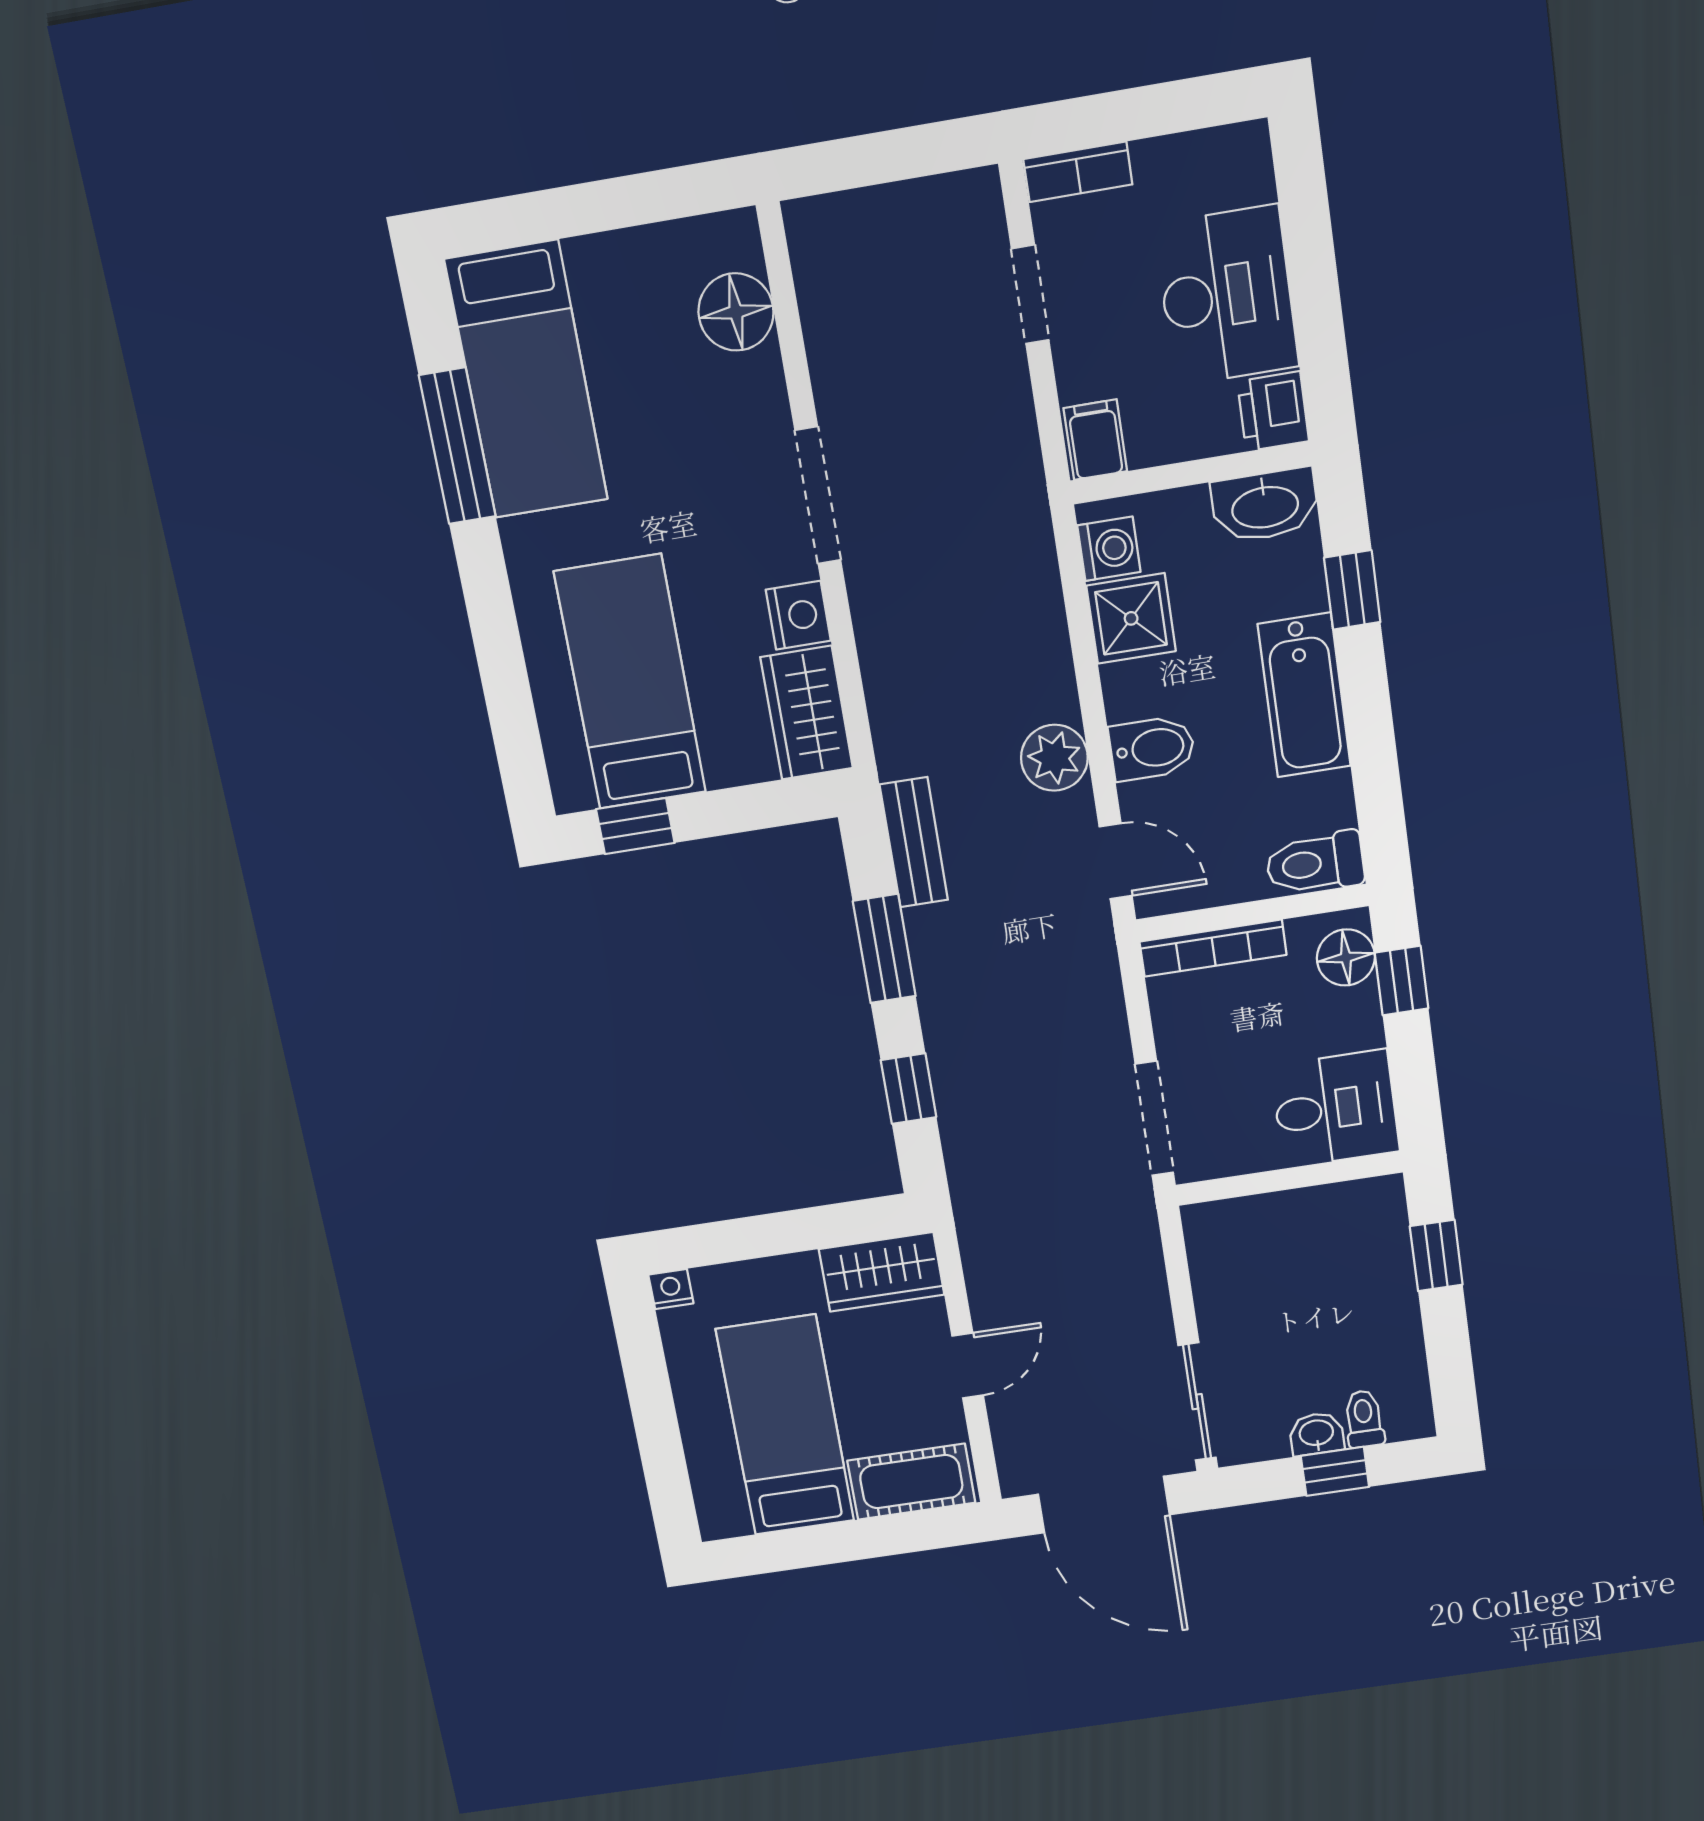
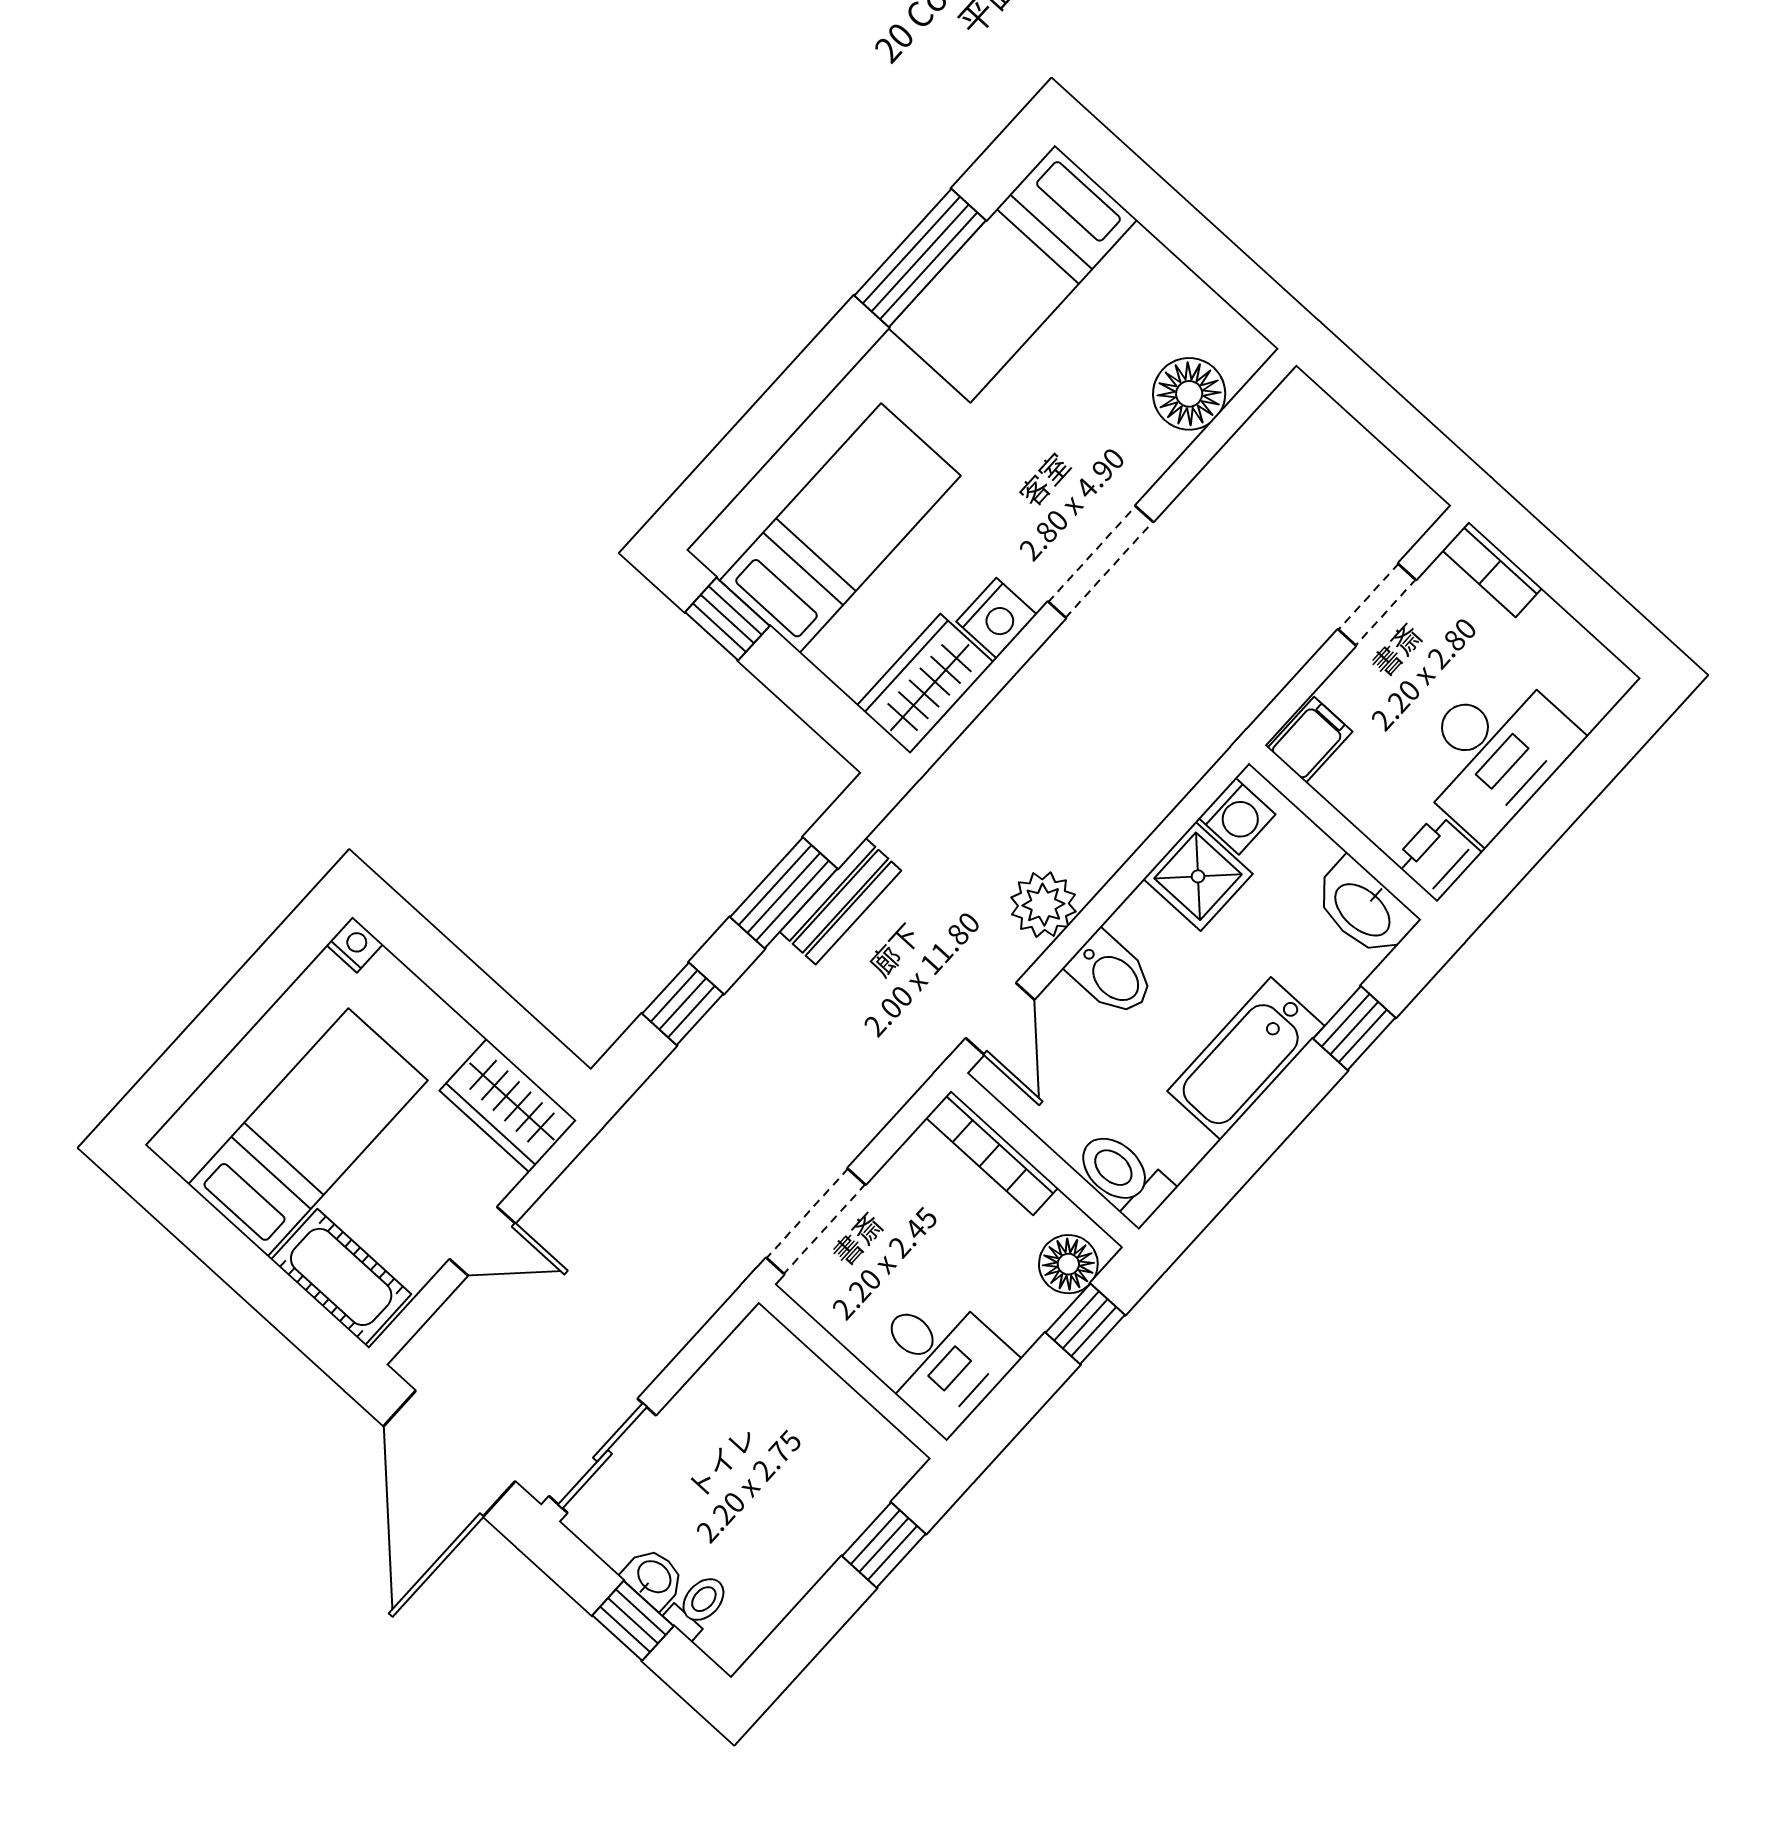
bench: (914, 842) -> (841, 901), moved

